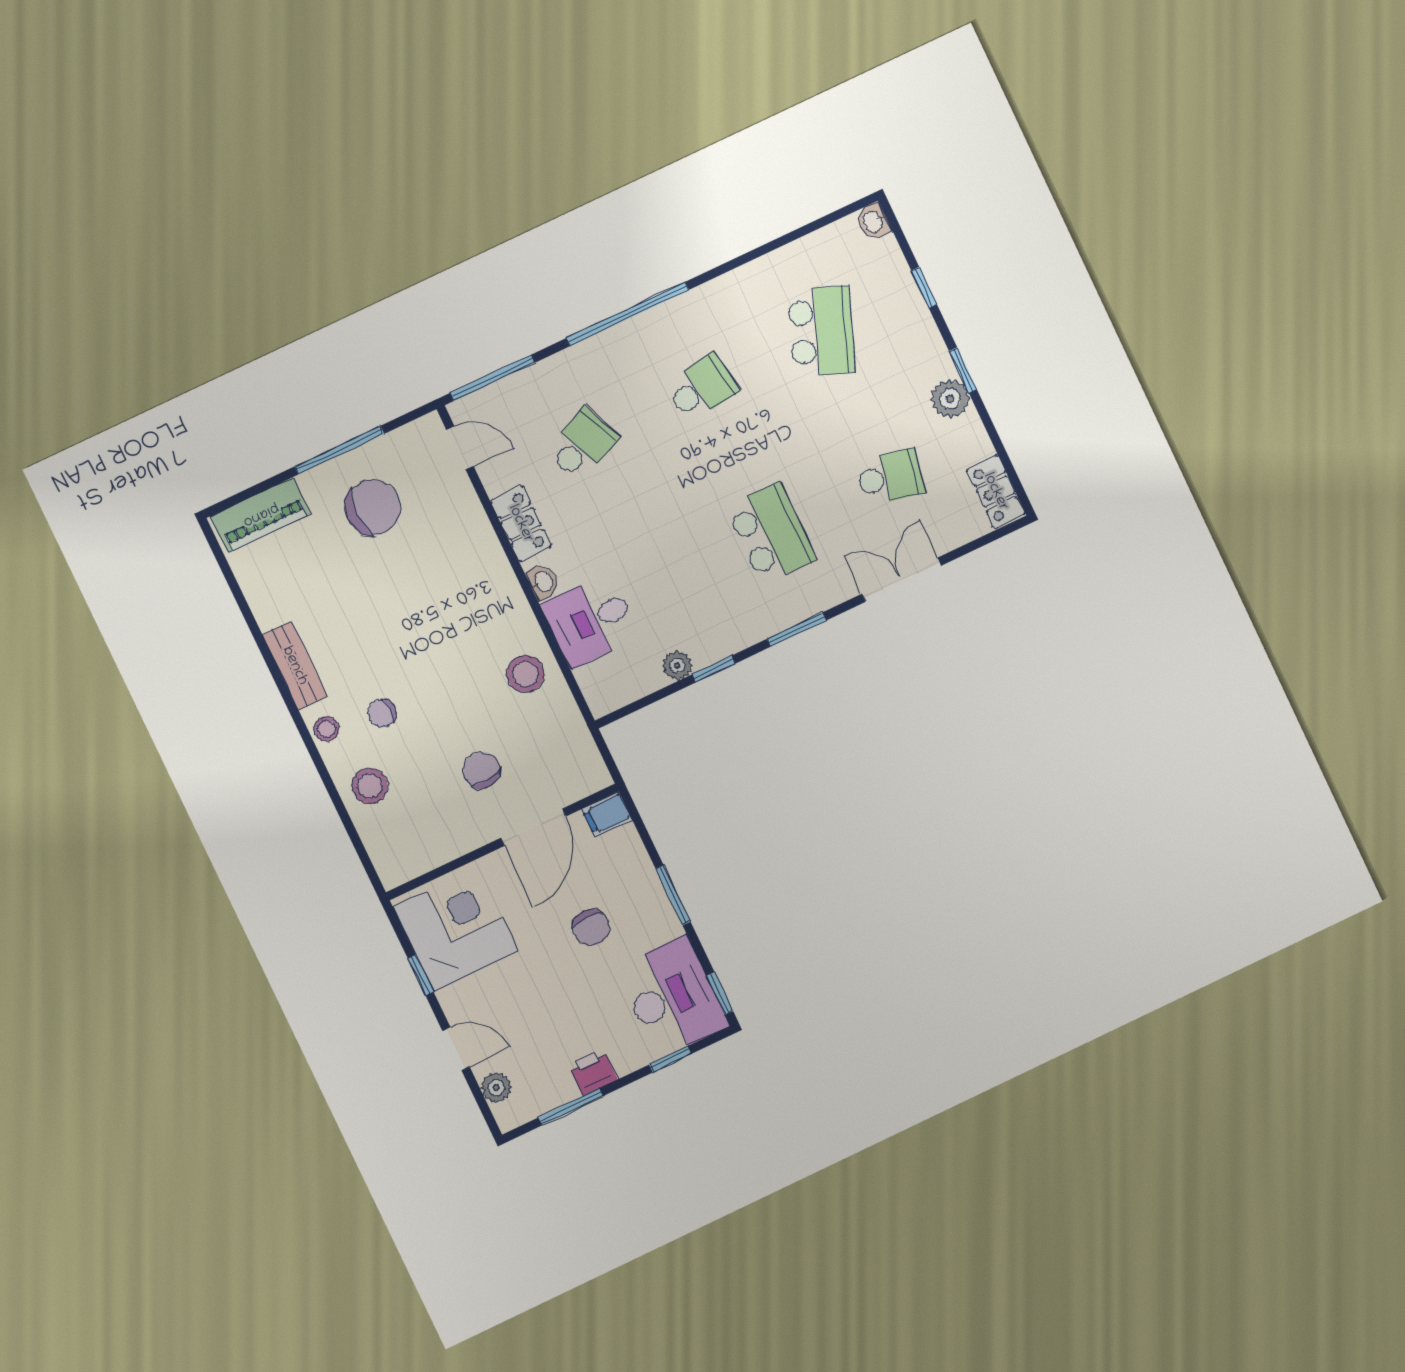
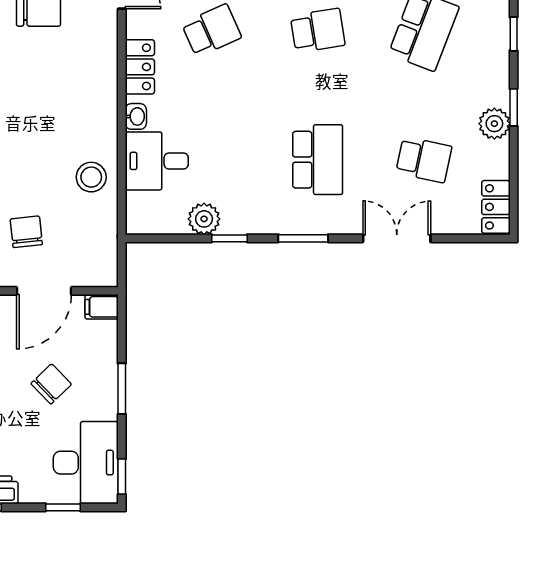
plant: (677, 666) -> (204, 219), width x1.38, depth x1.38
chair: (591, 928) -> (51, 384), turned -134

